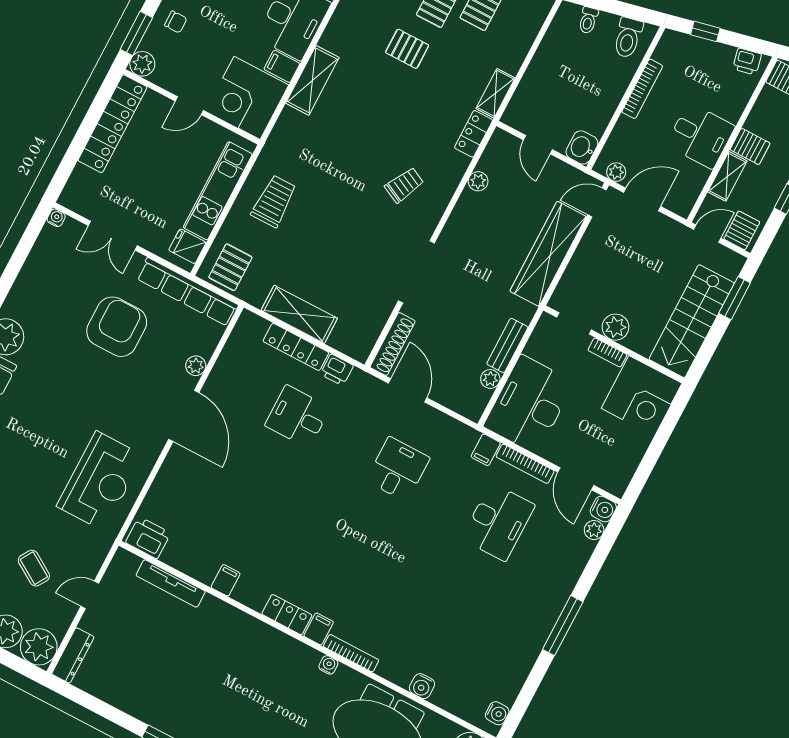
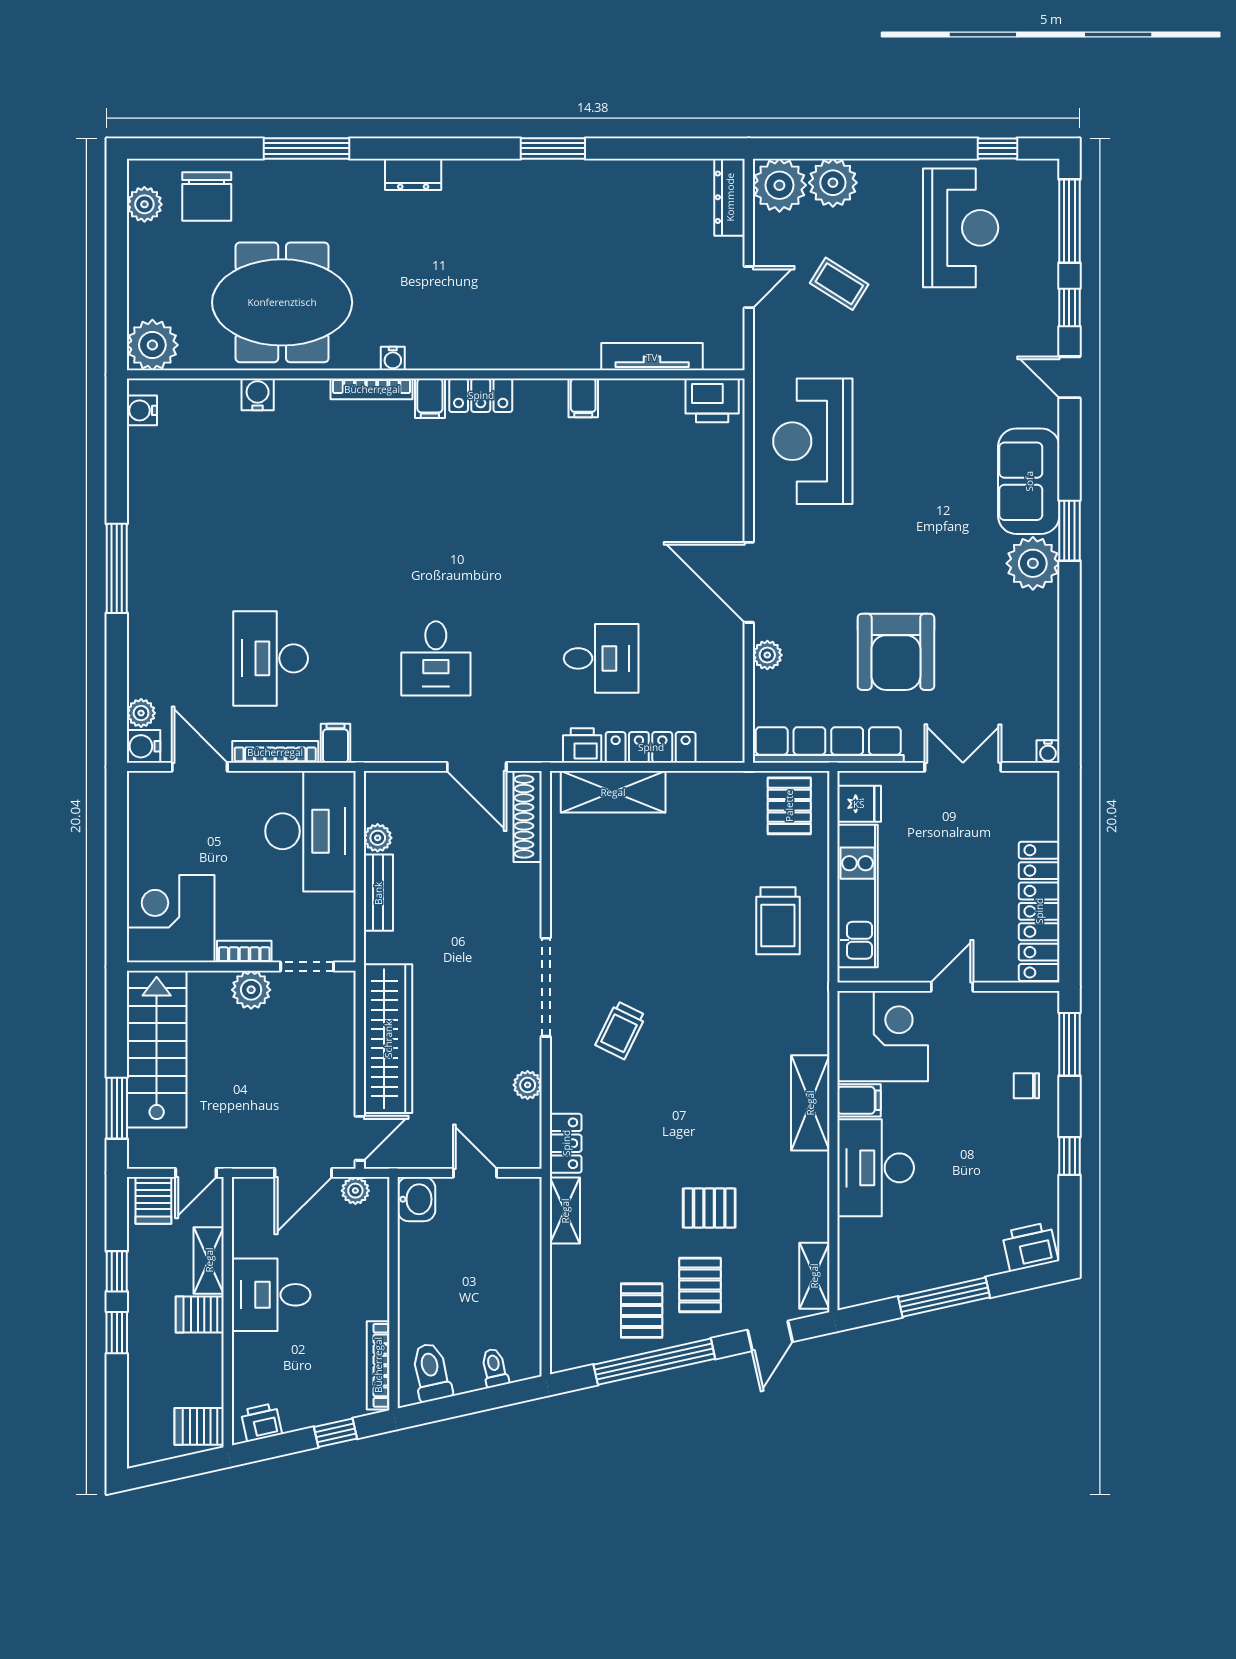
plant: (142, 64) -> (1041, 1009), removed
bookcase: (642, 89) -> (378, 1365), moved
doorway: (416, 272) -> (546, 987), moved
shelving: (299, 314) -> (613, 792), moved

